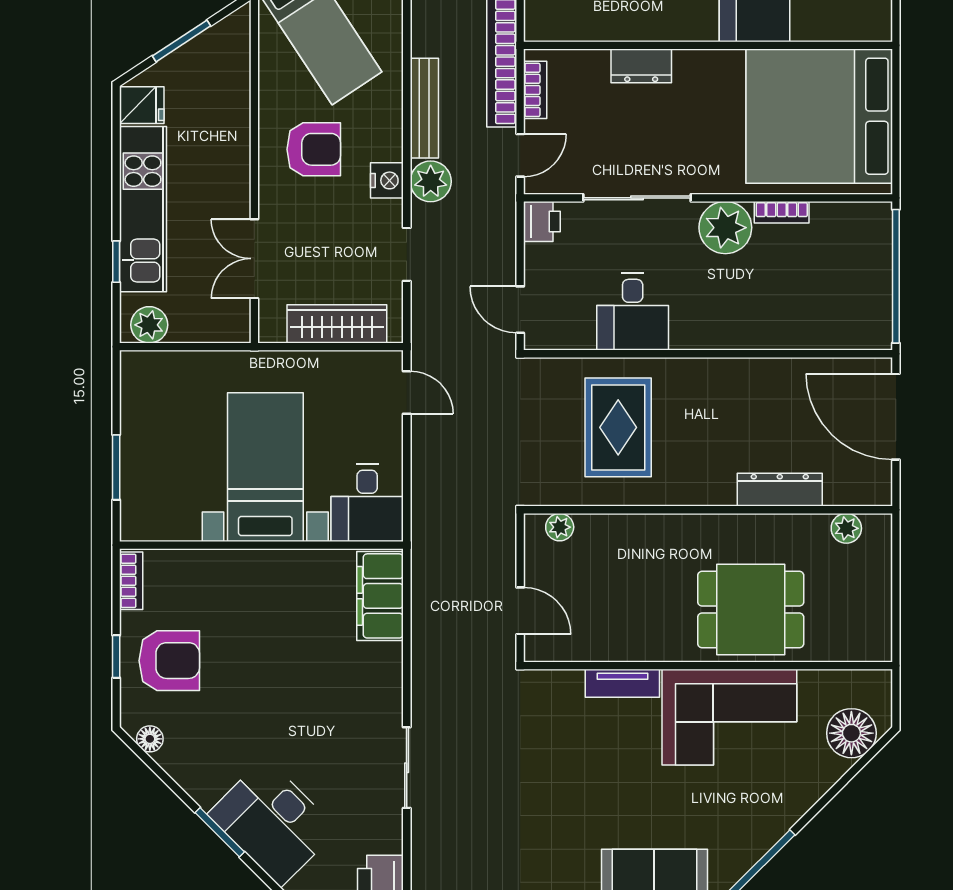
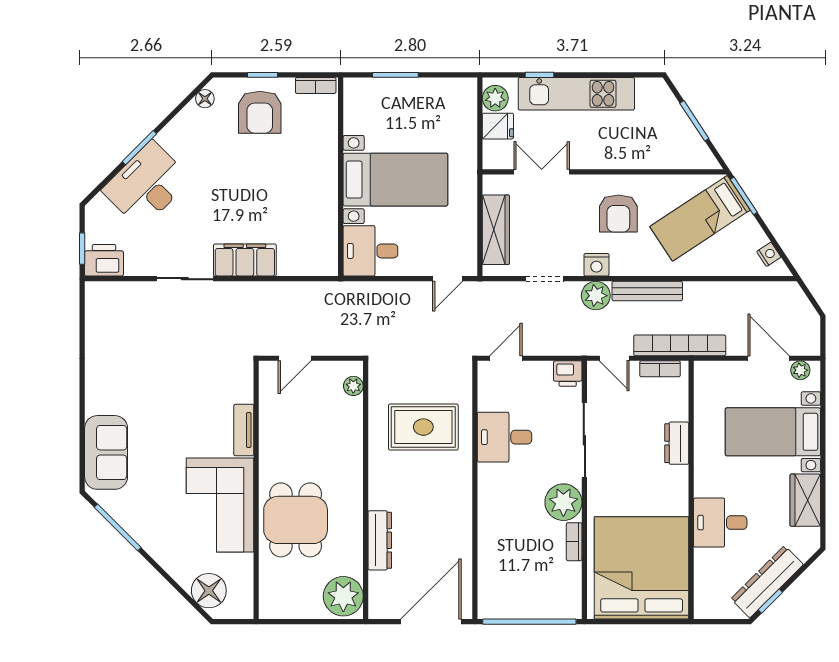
fridge: (142, 105) -> (498, 126), moved, turned -90
plant: (846, 528) -> (343, 596), width x1.87, depth x1.87
filing cabinet: (380, 596) -> (245, 260), moved

